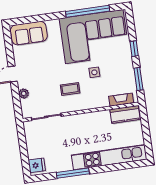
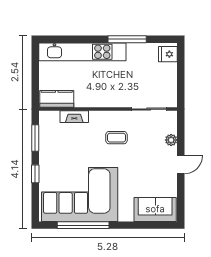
side table: (94, 72) -> (85, 153), removed
fireplace: (121, 100) -> (74, 117), moved

